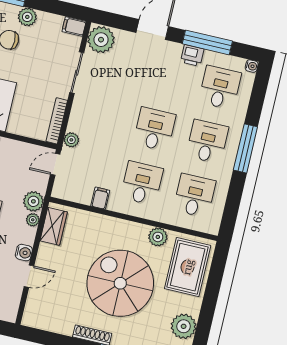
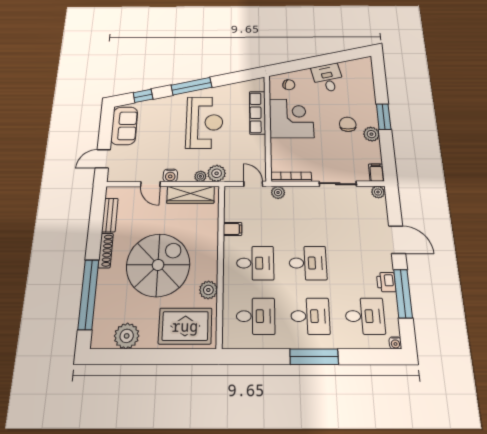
plant: (101, 40) -> (378, 192), width x0.53, depth x0.53
wardrobe: (54, 226) -> (191, 195), width x1.50
bench: (54, 325) -> (110, 215), added

